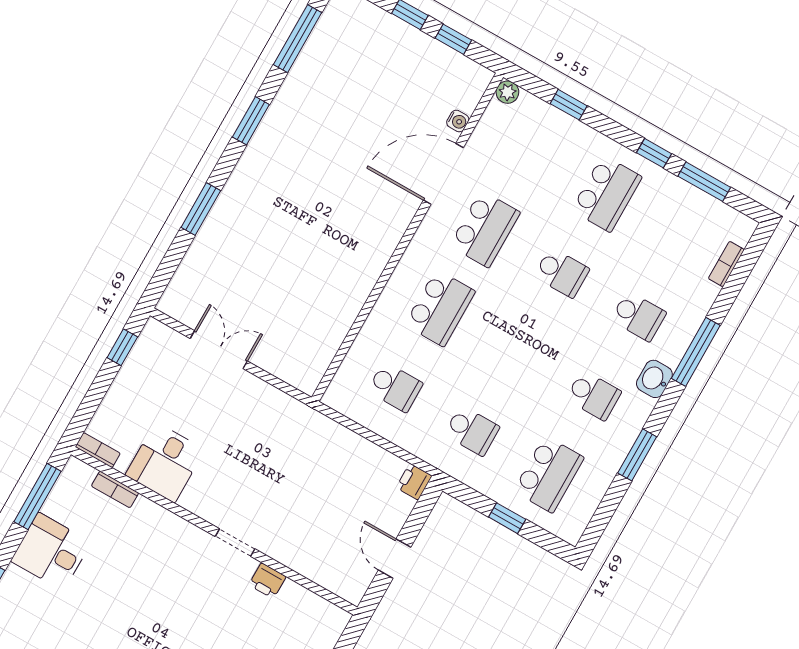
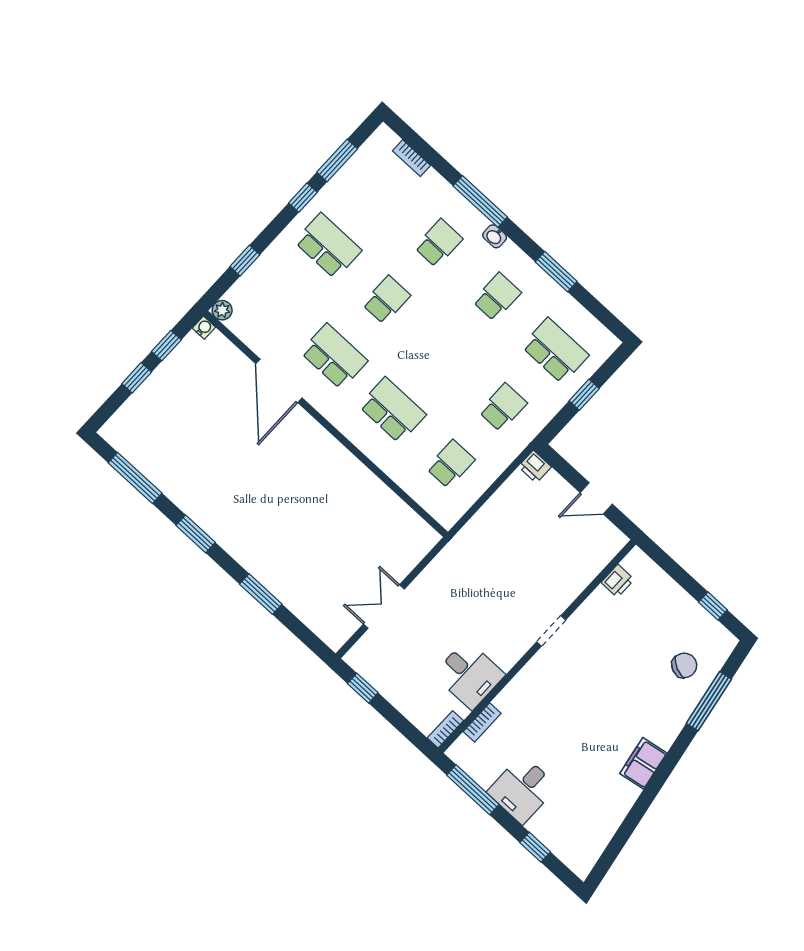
water cooler: (458, 121) -> (204, 328), moved
washbasin: (654, 379) -> (495, 236), width x0.72, depth x0.69
printer: (267, 581) -> (618, 581), moved

